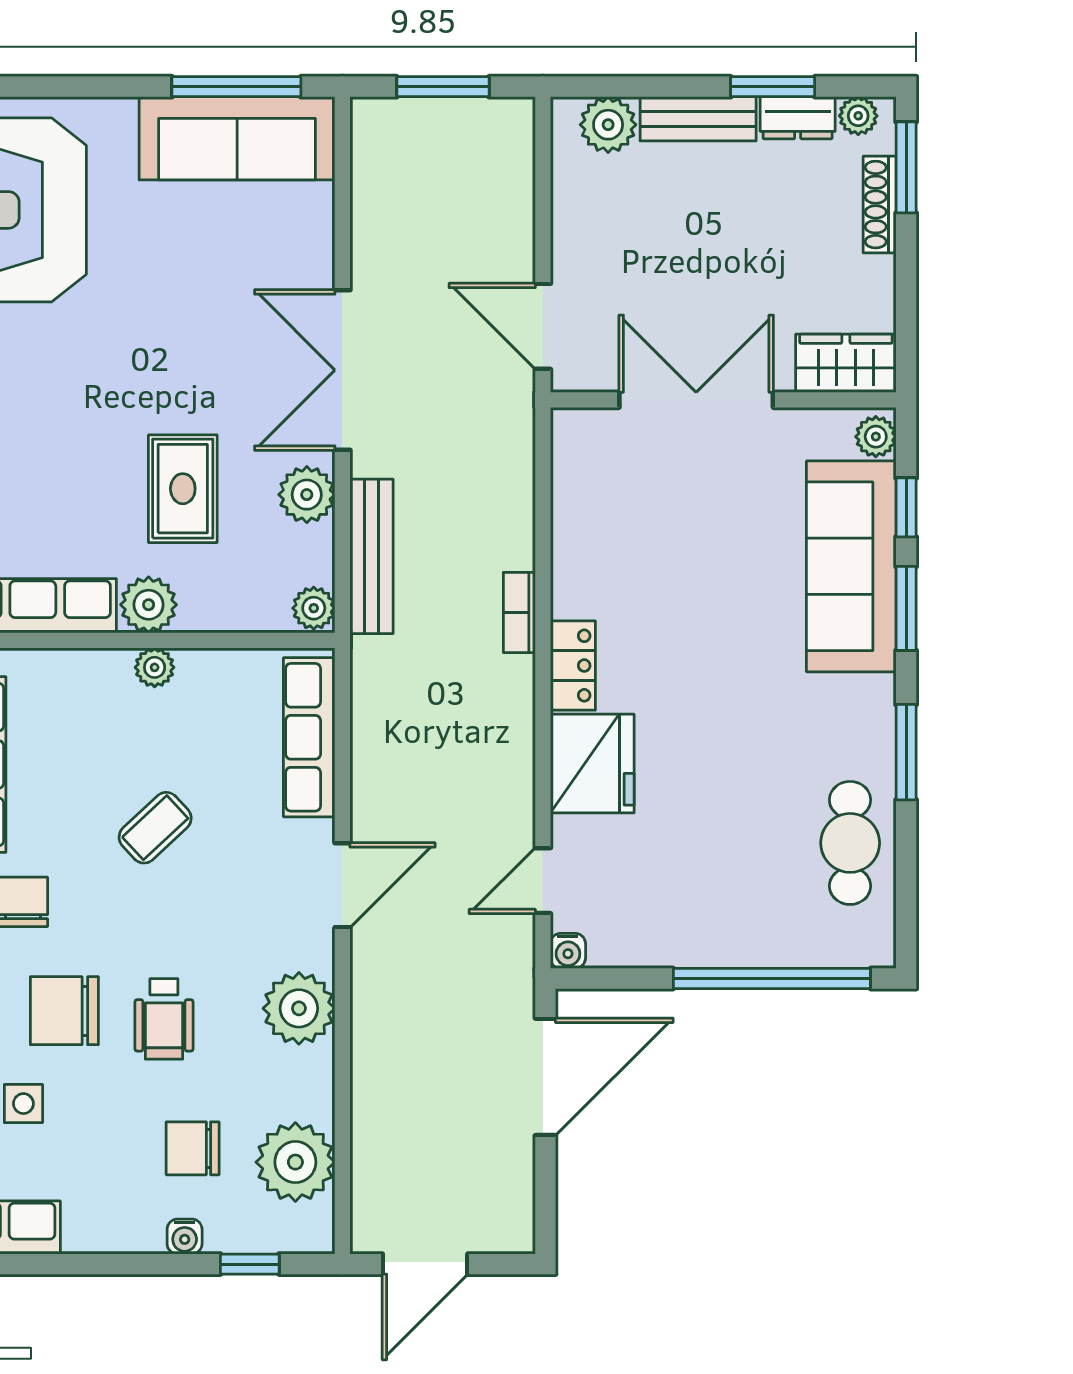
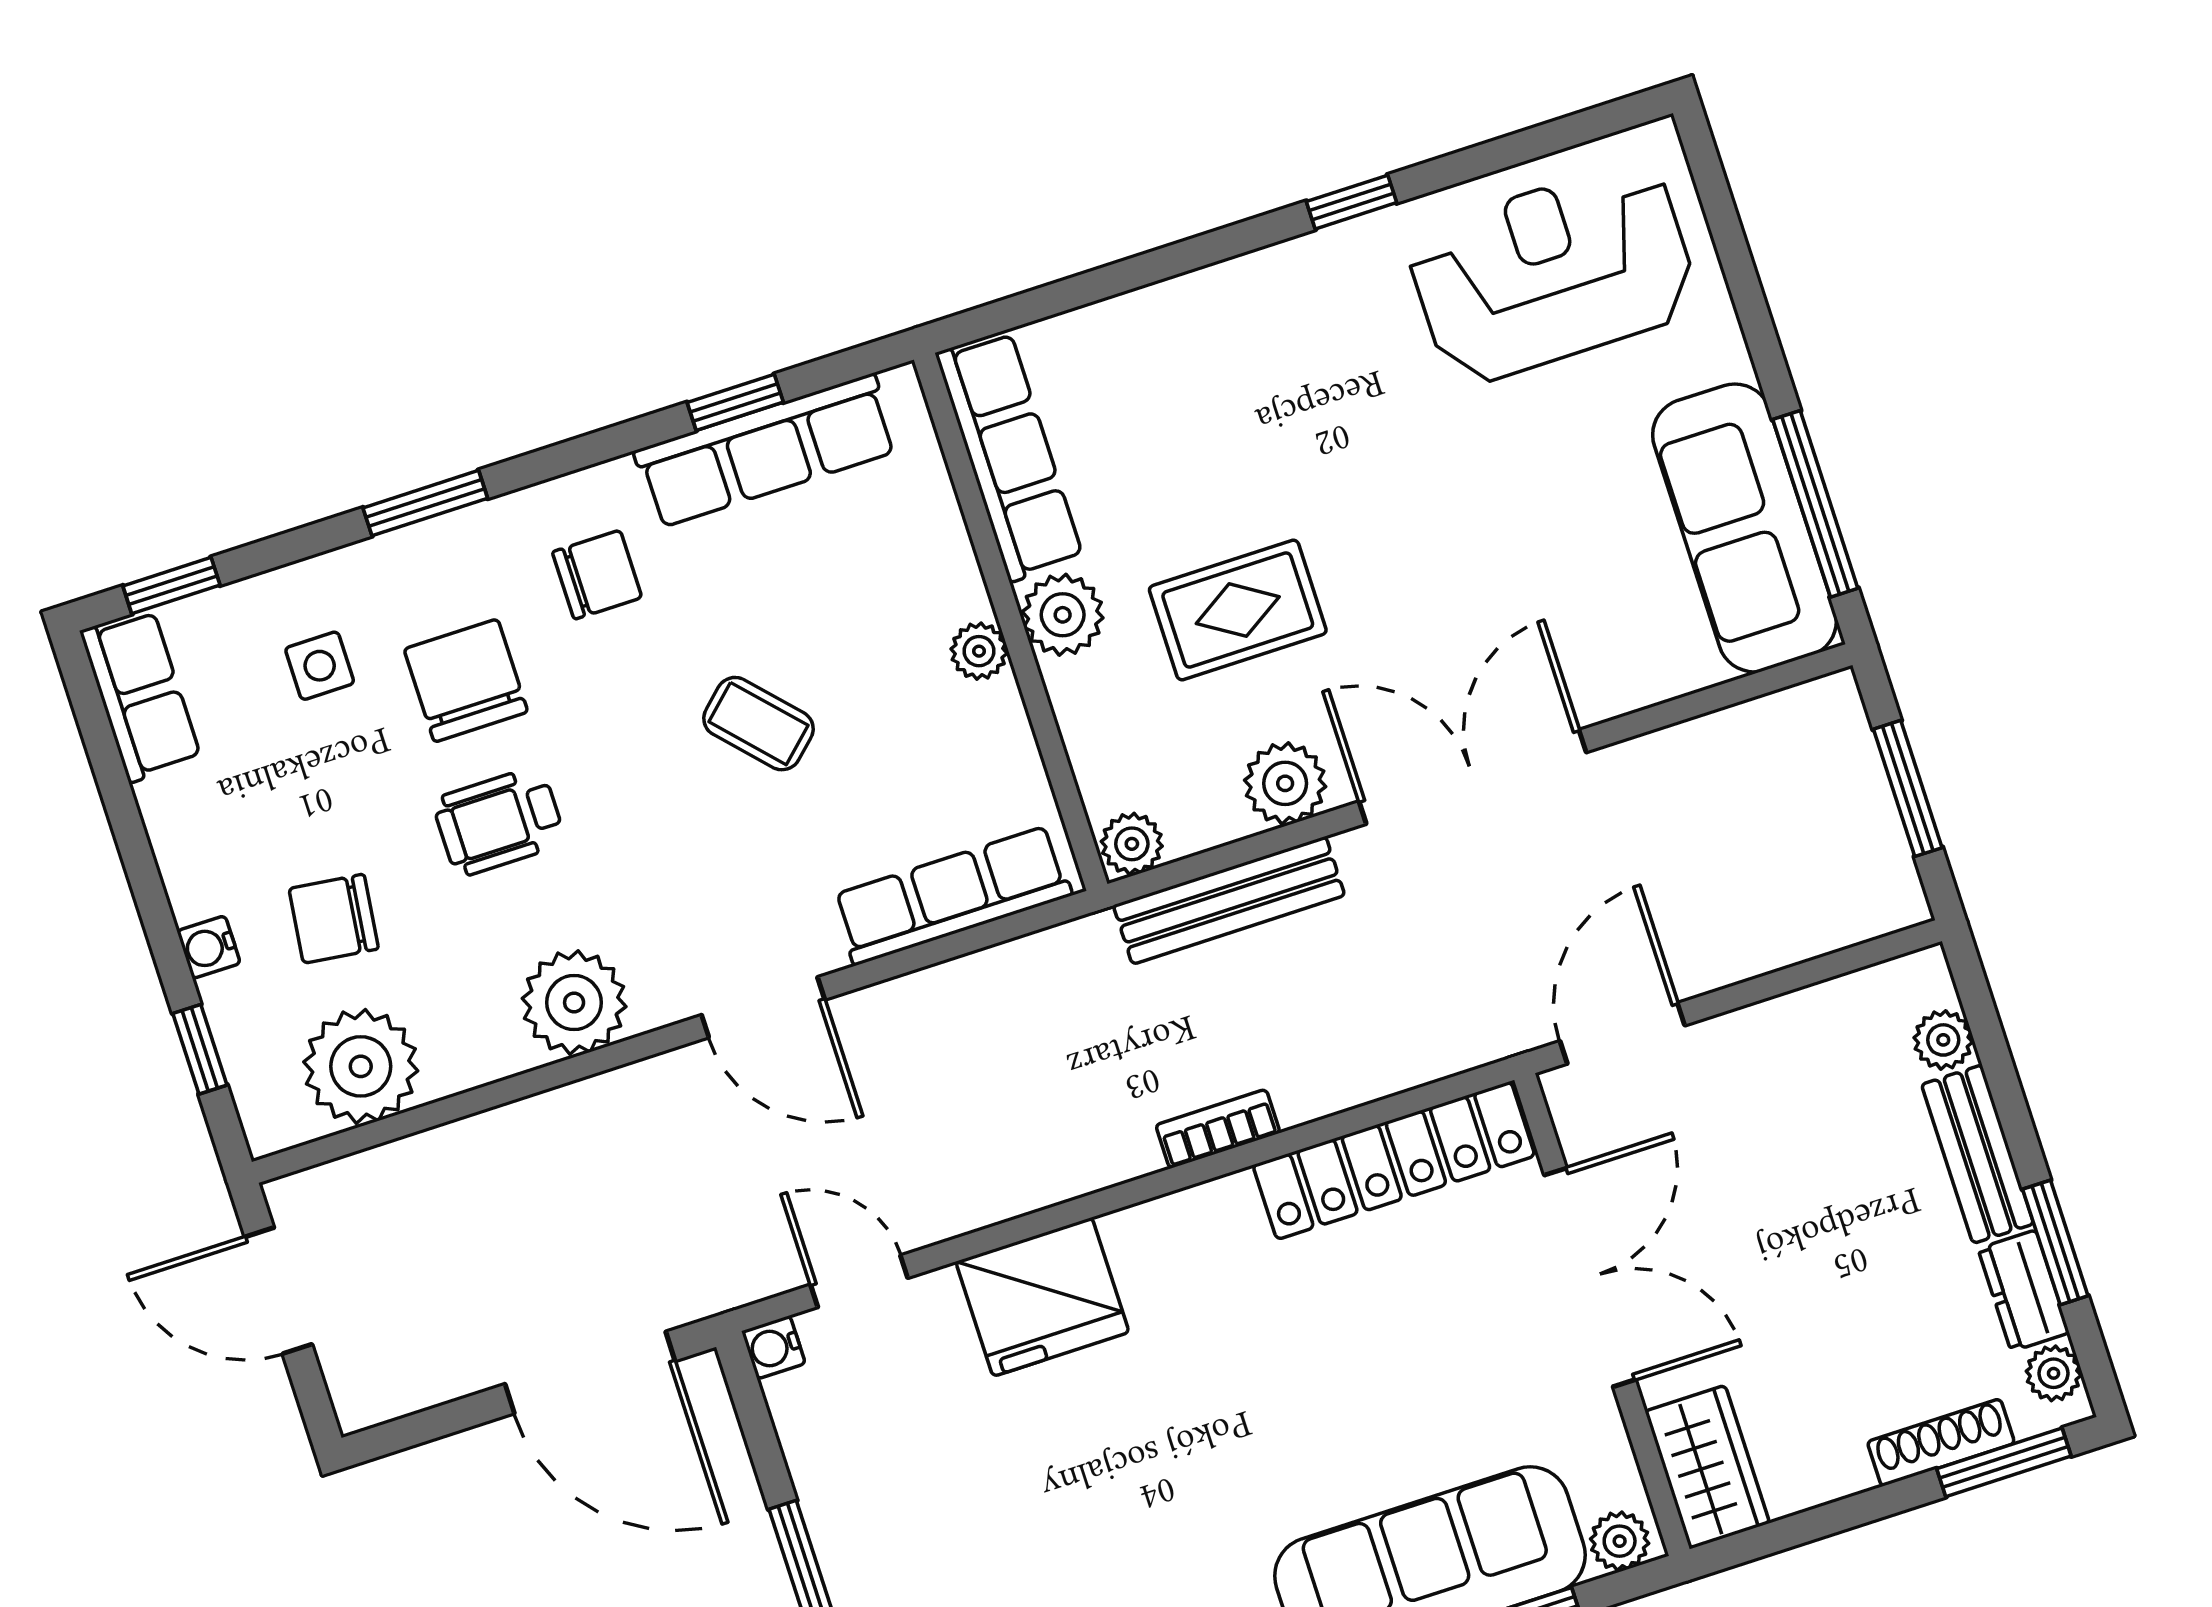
plant: (608, 125) -> (1943, 1040), width x0.73, depth x0.73
locker: (573, 666) -> (1394, 1160), moved, width x2.16, depth x1.21
chair: (193, 1148) -> (334, 919), turned -83

